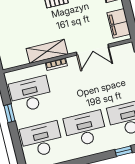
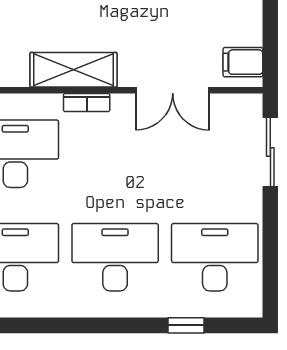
filing cabinet: (119, 23) -> (243, 62), width x0.50

